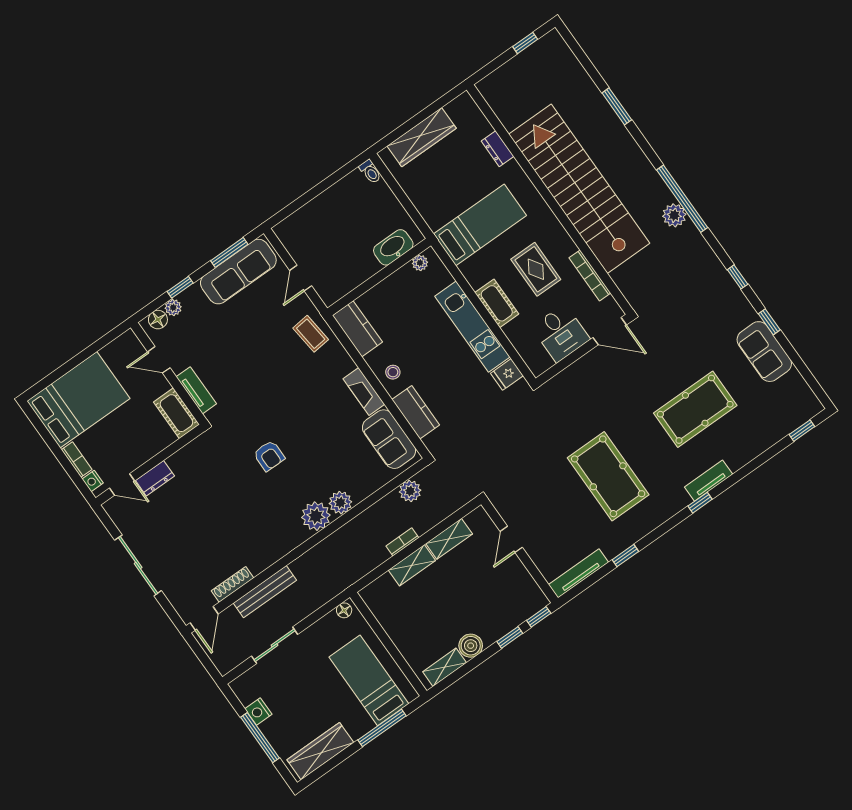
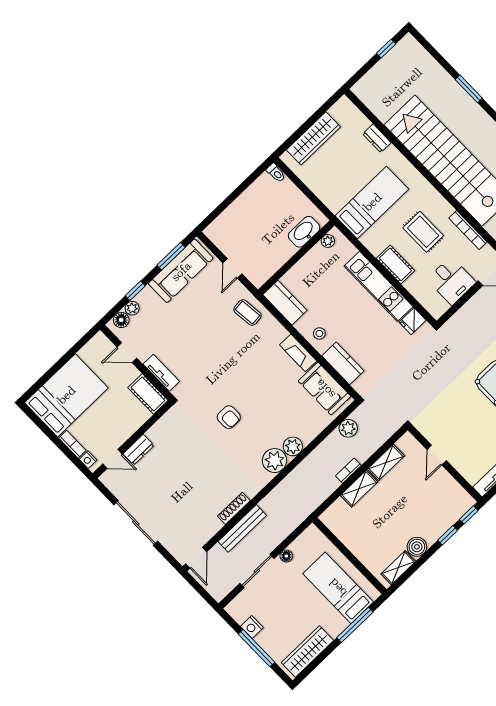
shoe rack: (232, 584) -> (234, 508), moved
floor lamp: (344, 610) -> (286, 556), moved

